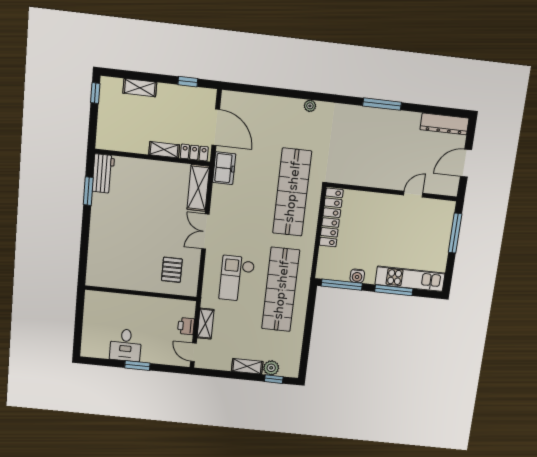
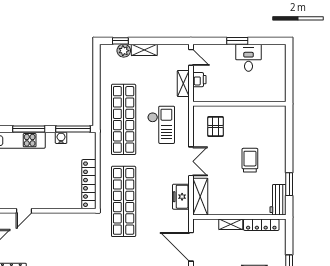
locker: (194, 153) -> (261, 225), moved, width x1.53
freezer: (224, 168) -> (181, 197), moved
trolley: (134, 225) -> (250, 160), added

